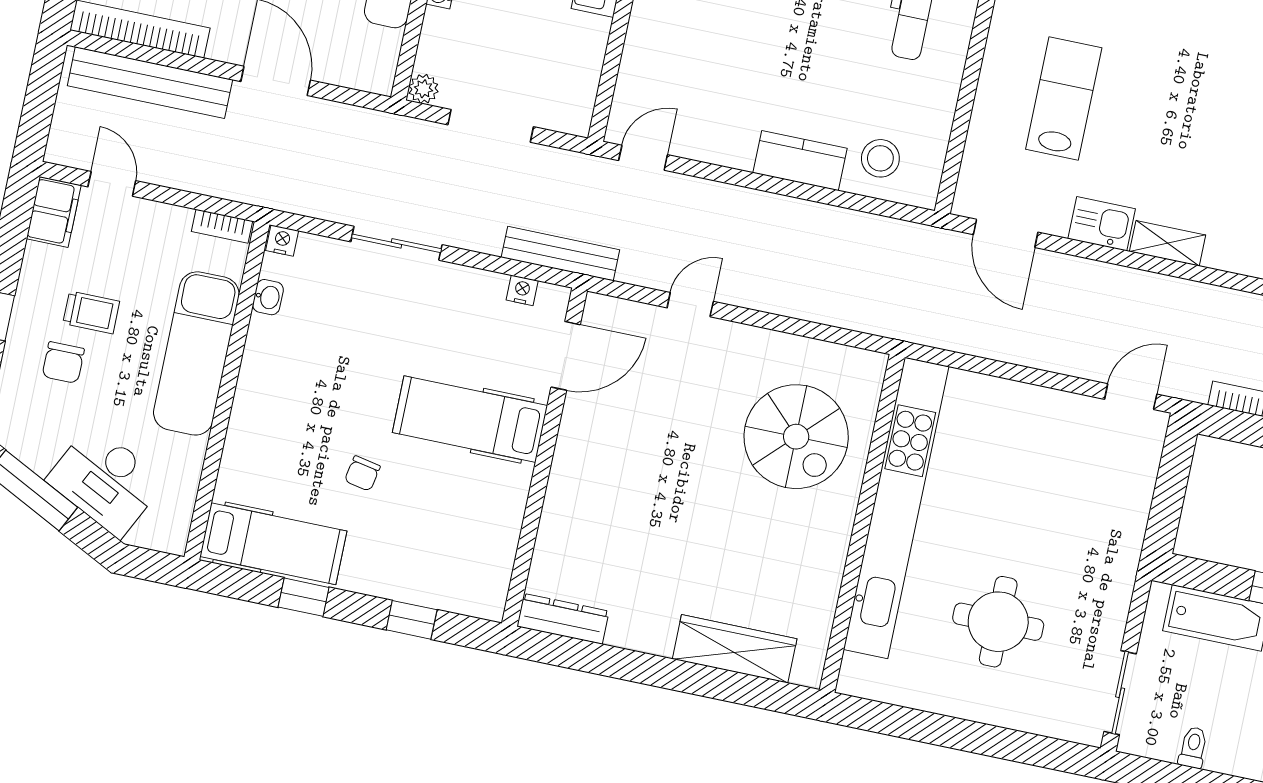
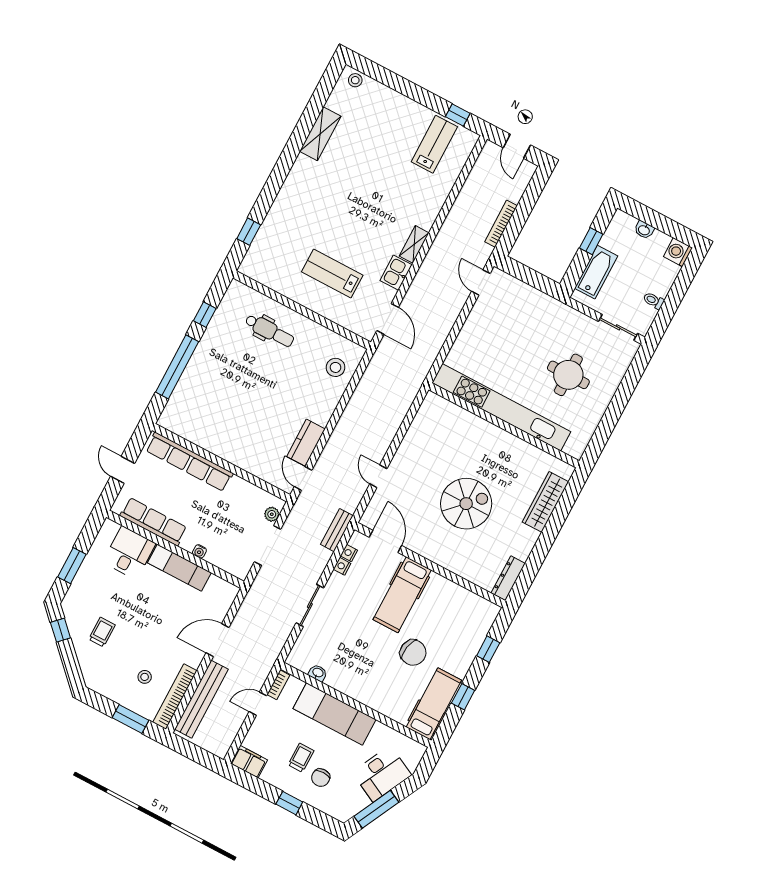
plant: (423, 89) -> (272, 514), moved
kitchen counter: (800, 161) -> (306, 443), moved
door: (112, 184) -> (258, 704), moved
door: (1006, 233) -> (388, 319), hinge flipped
nightstand: (282, 241) -> (342, 566), moved
bench: (560, 254) -> (337, 530), width x0.73
chair: (63, 363) -> (321, 778), turned 90
spiral stairs: (796, 437) -> (466, 504), moved
chair: (362, 473) -> (413, 653), width x1.87, depth x1.87

